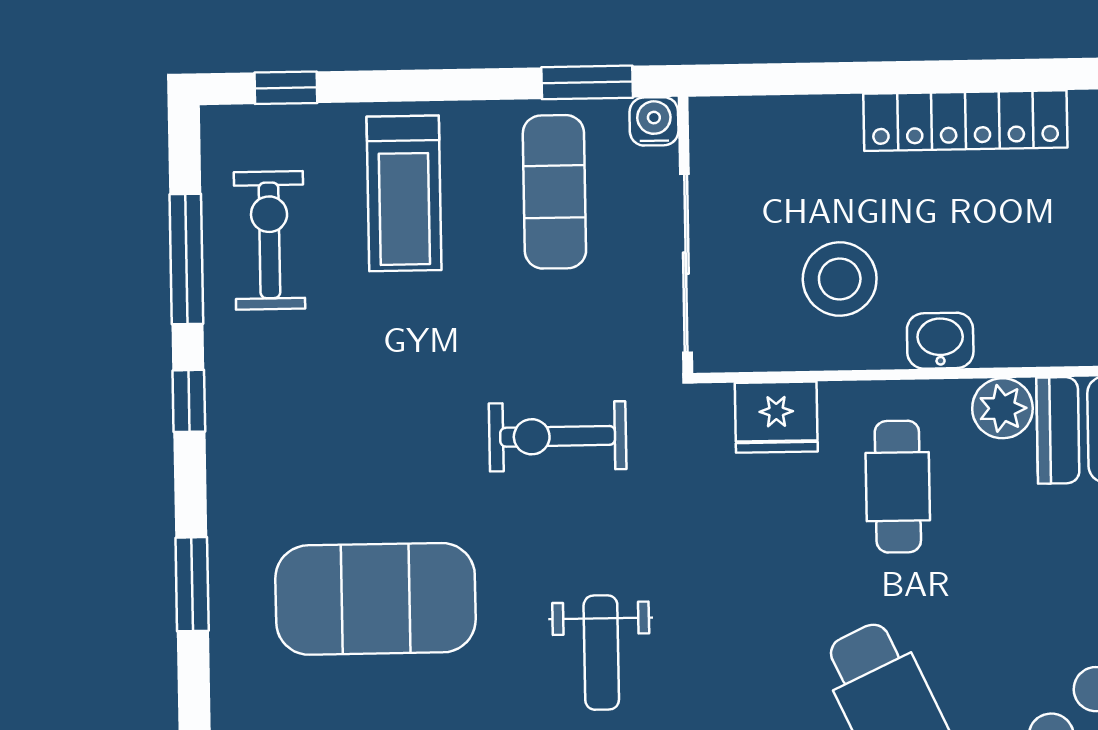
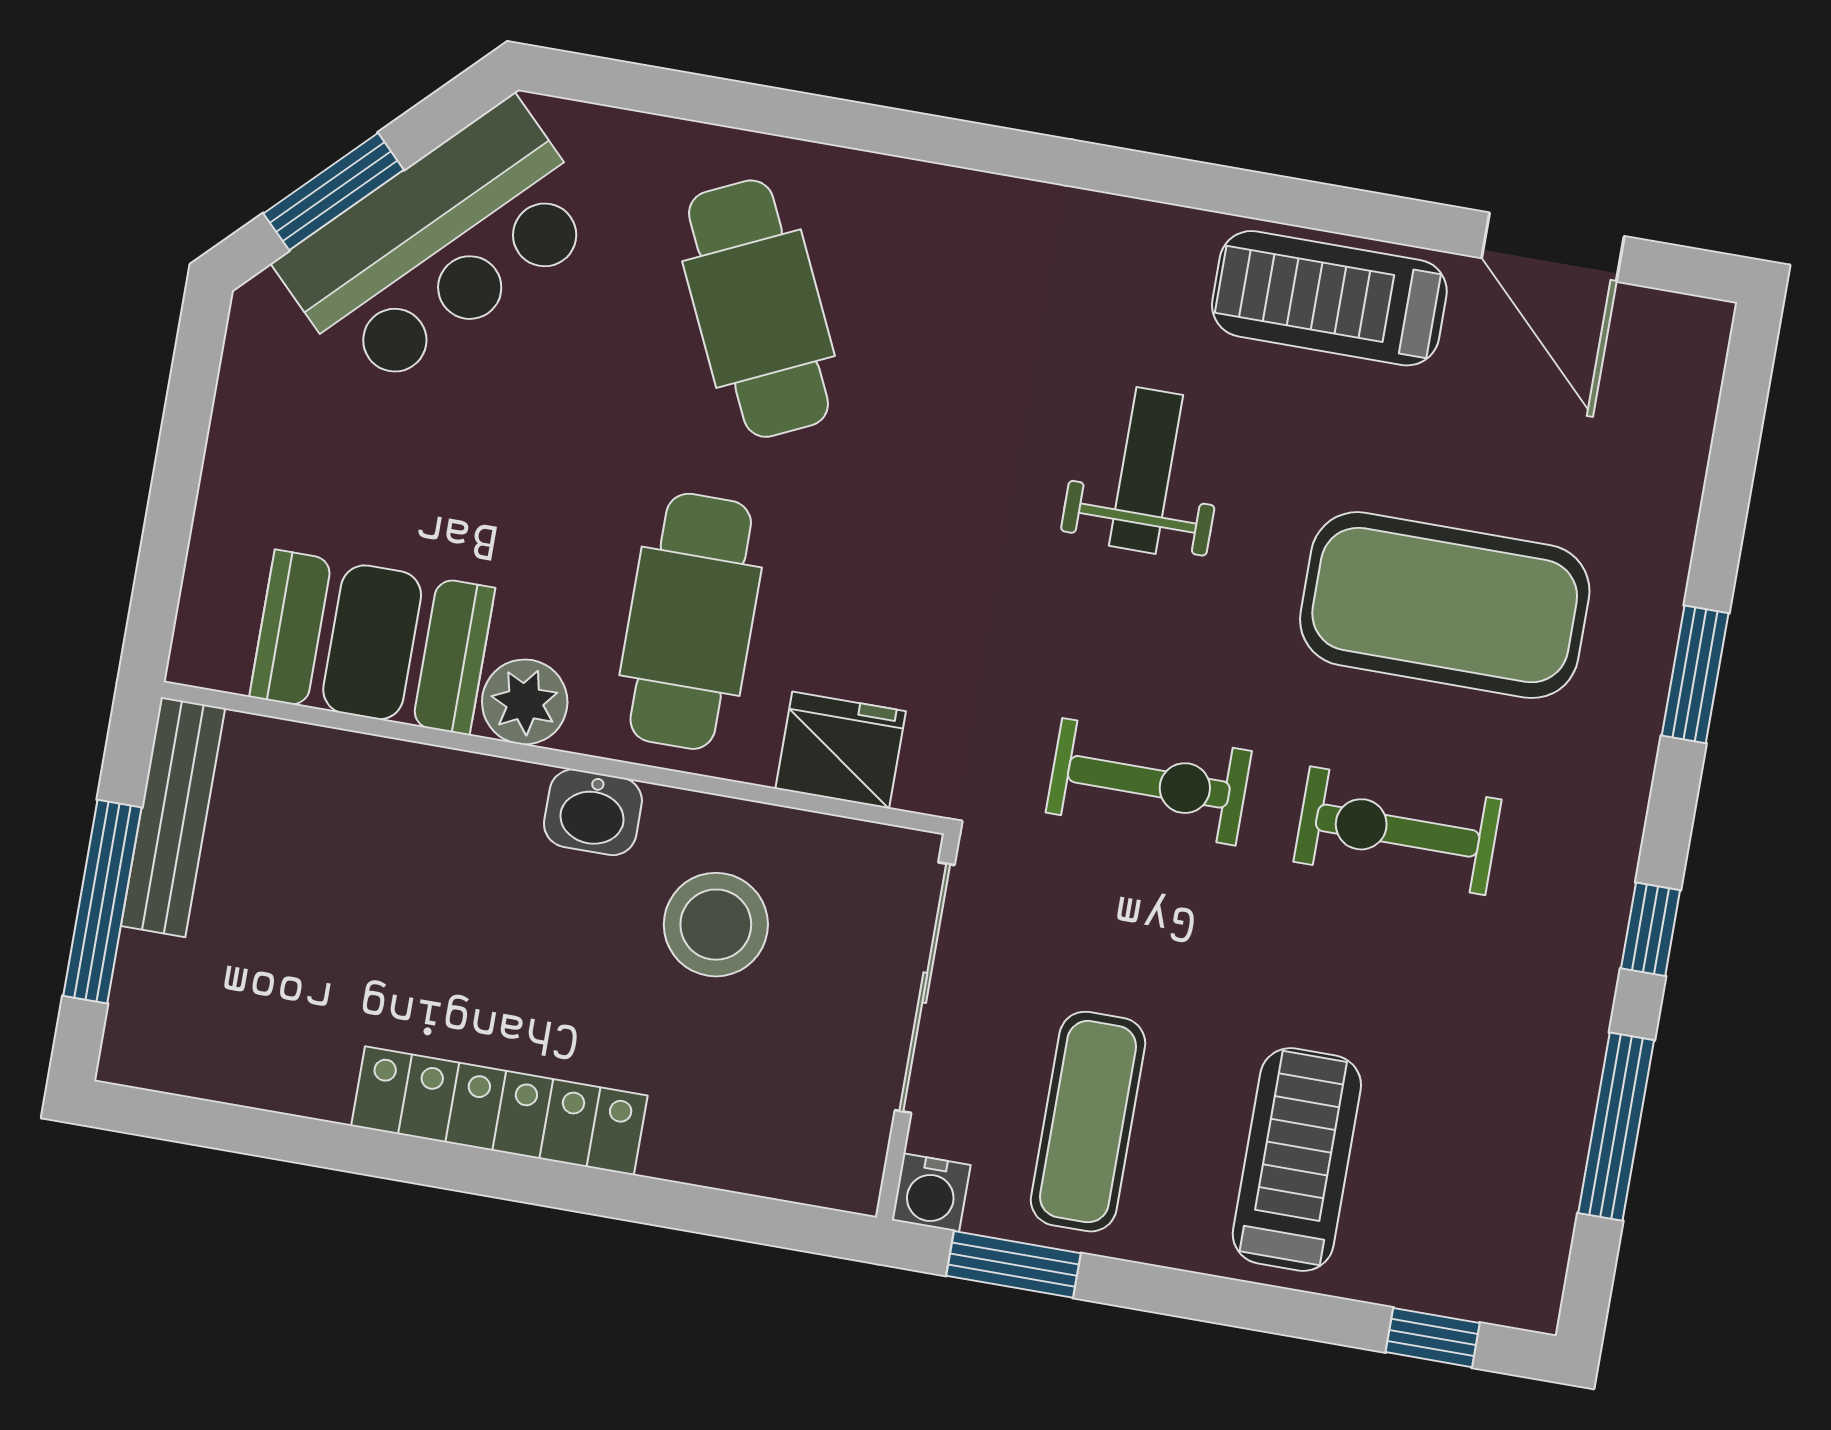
exercise bike: (269, 240) -> (1398, 831), moved, turned 90
cafe table: (898, 487) -> (691, 621), width x1.37, depth x1.35

